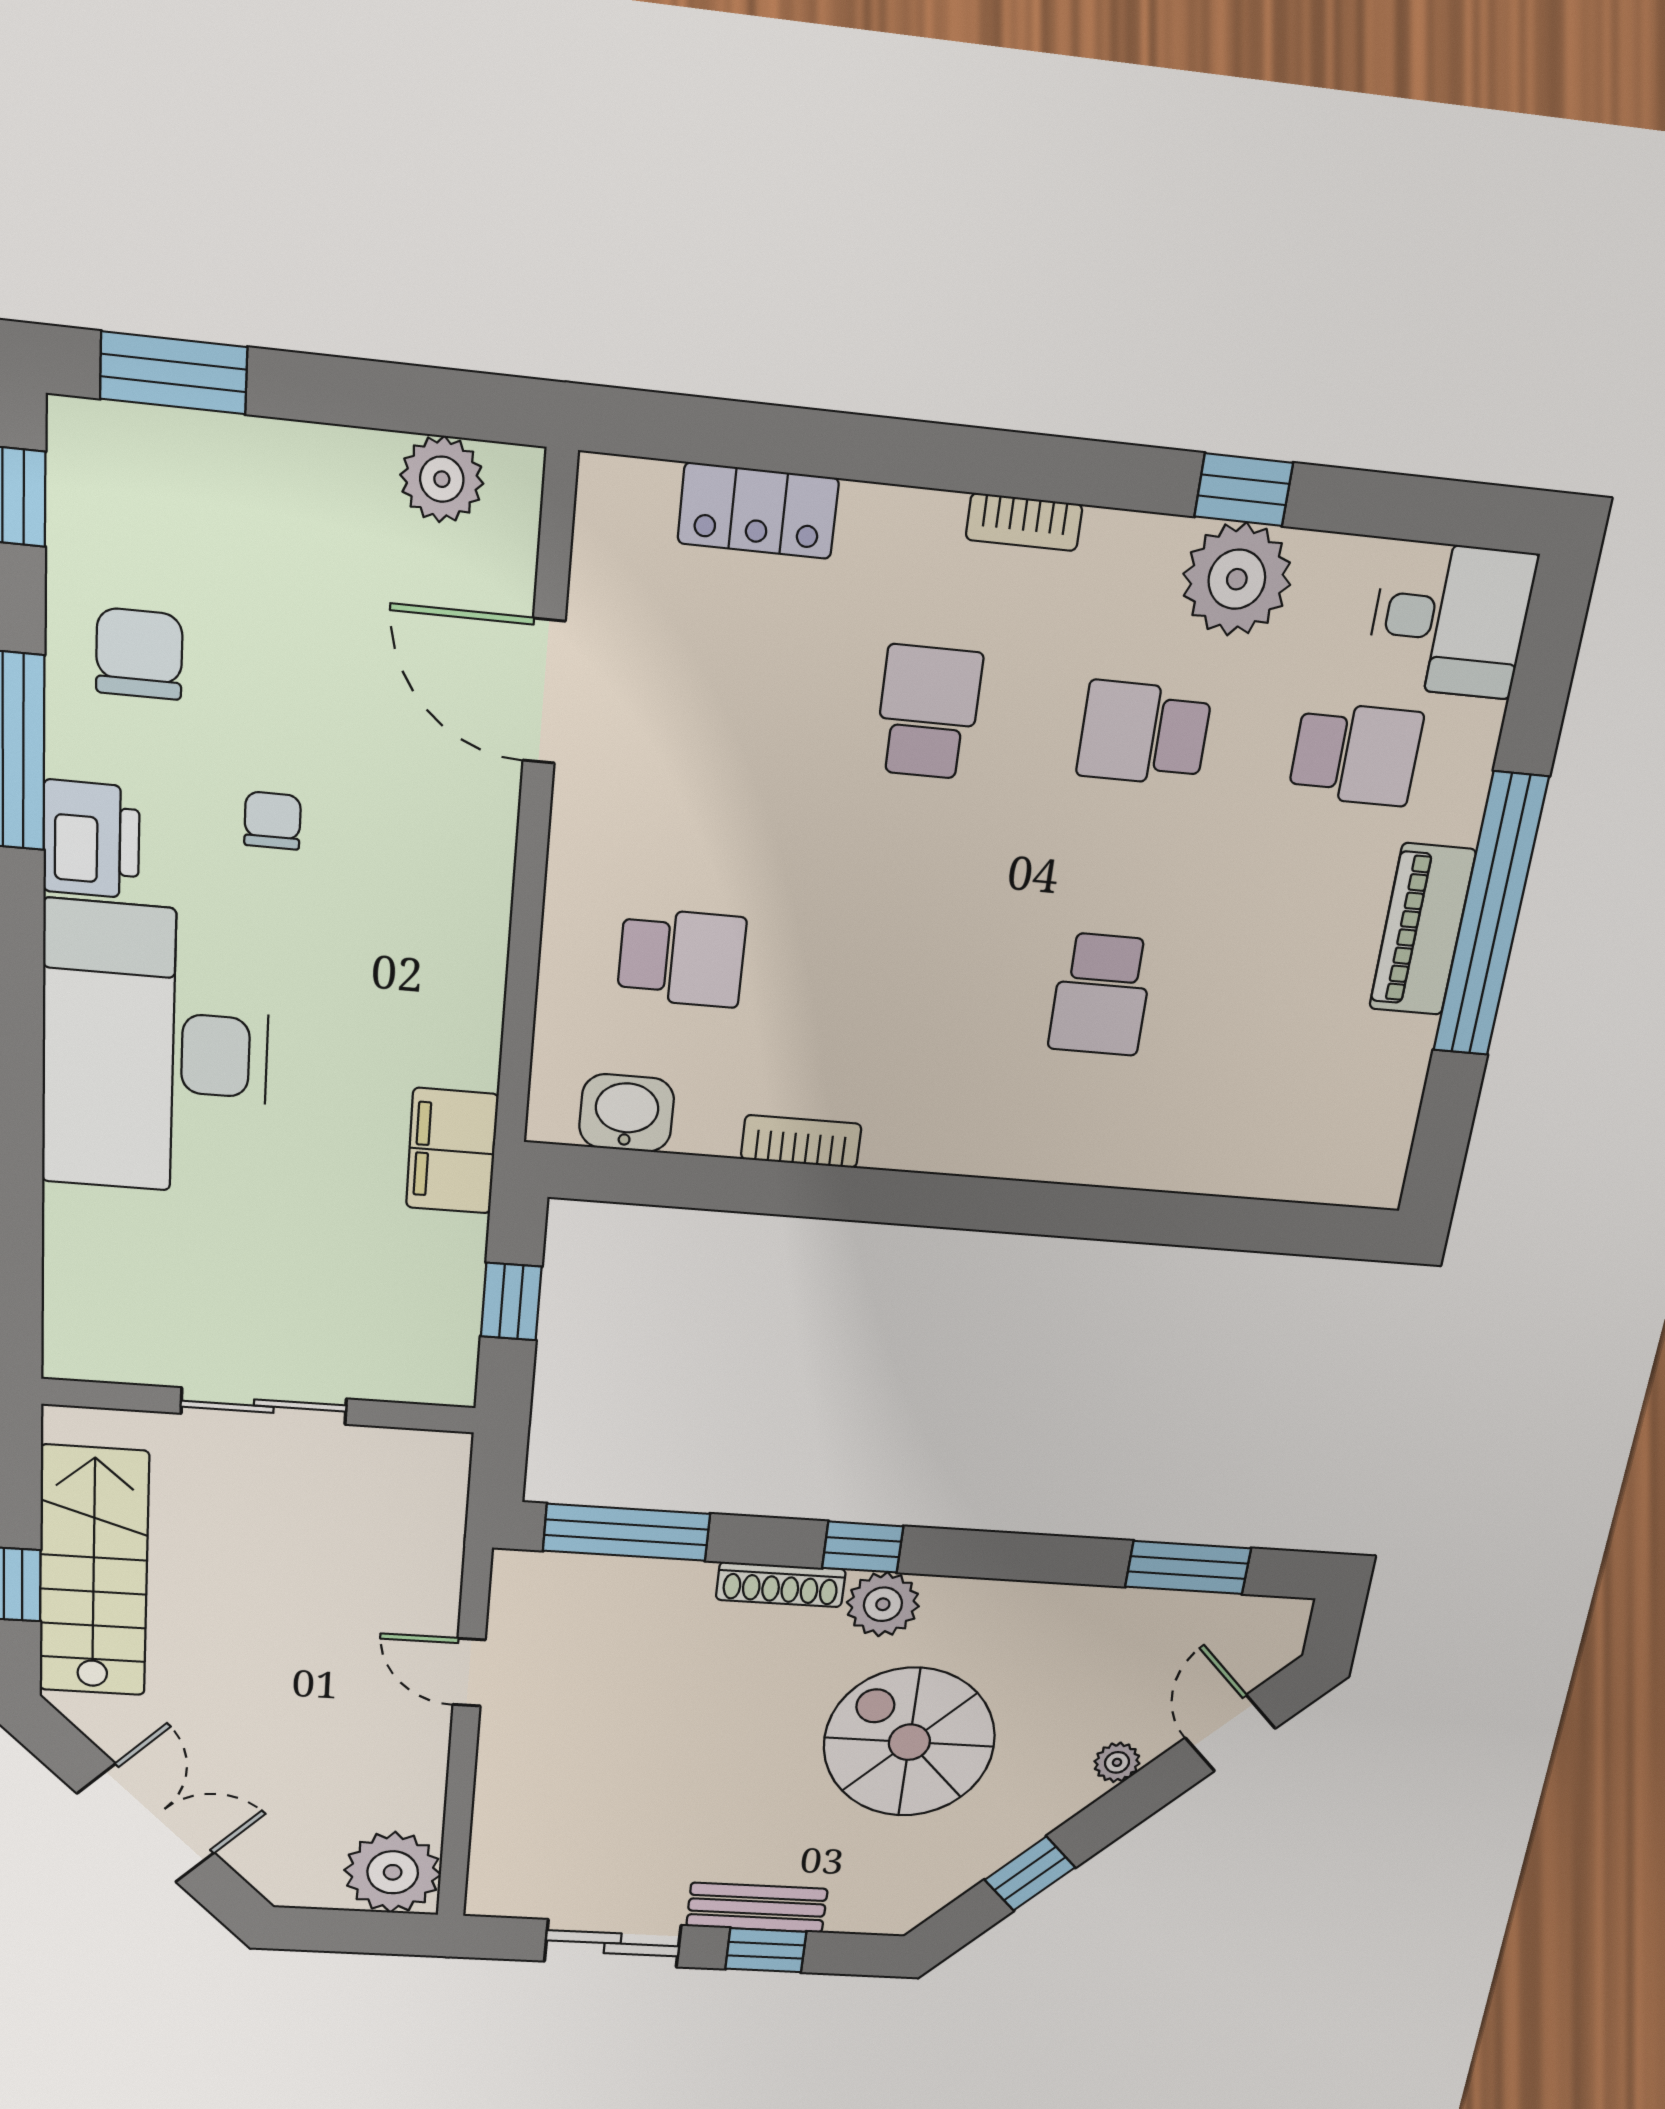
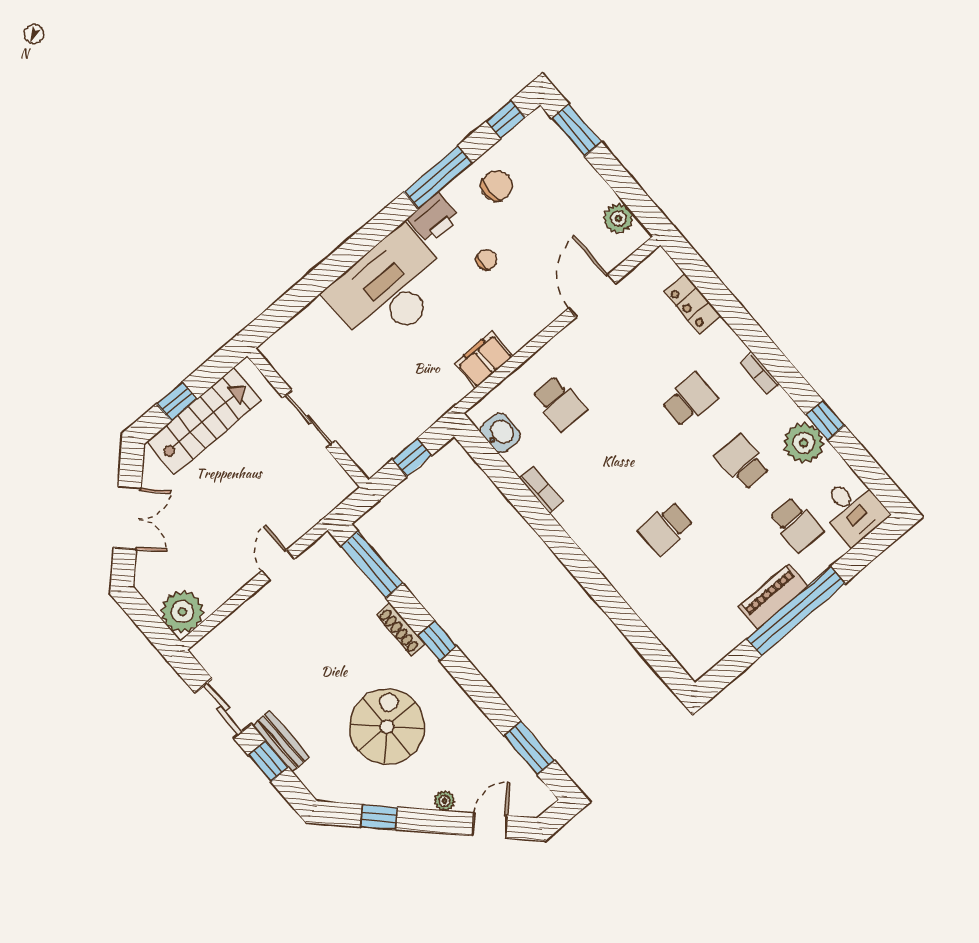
filing cabinet: (452, 1151) -> (484, 360), moved
plant: (883, 1604) -> (425, 667), removed

